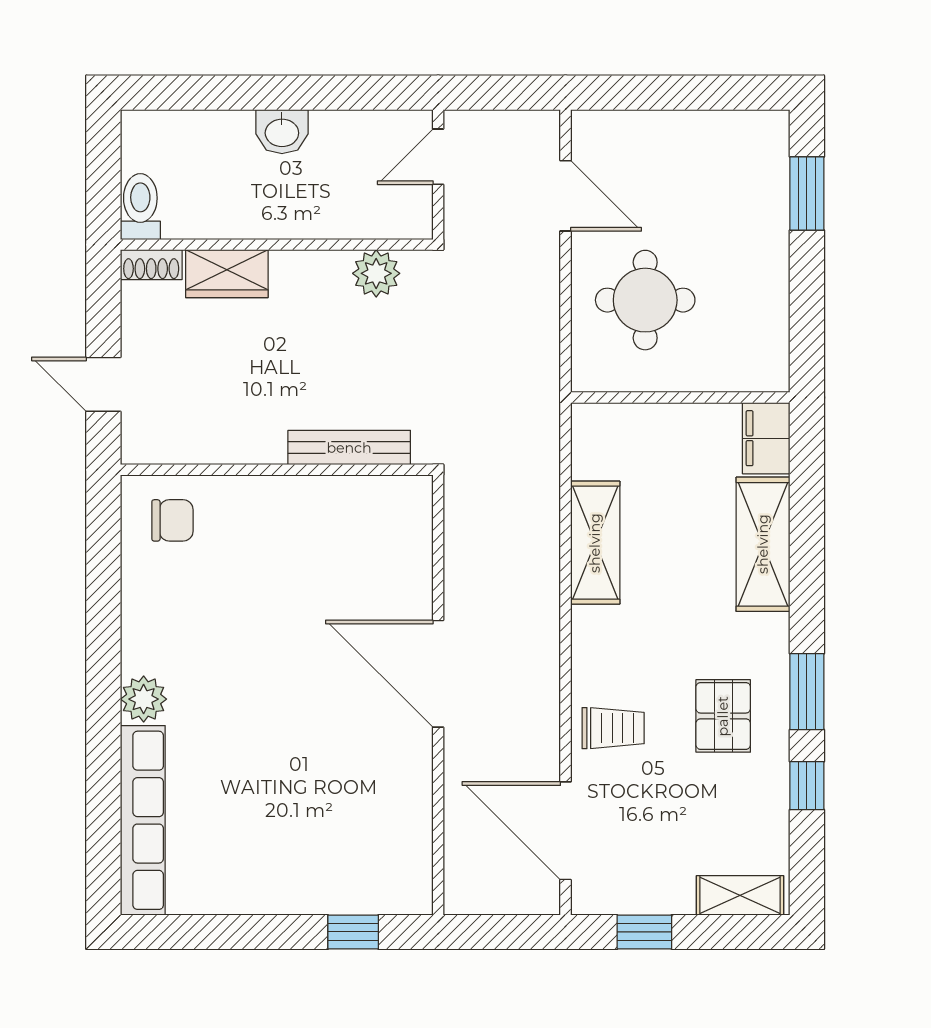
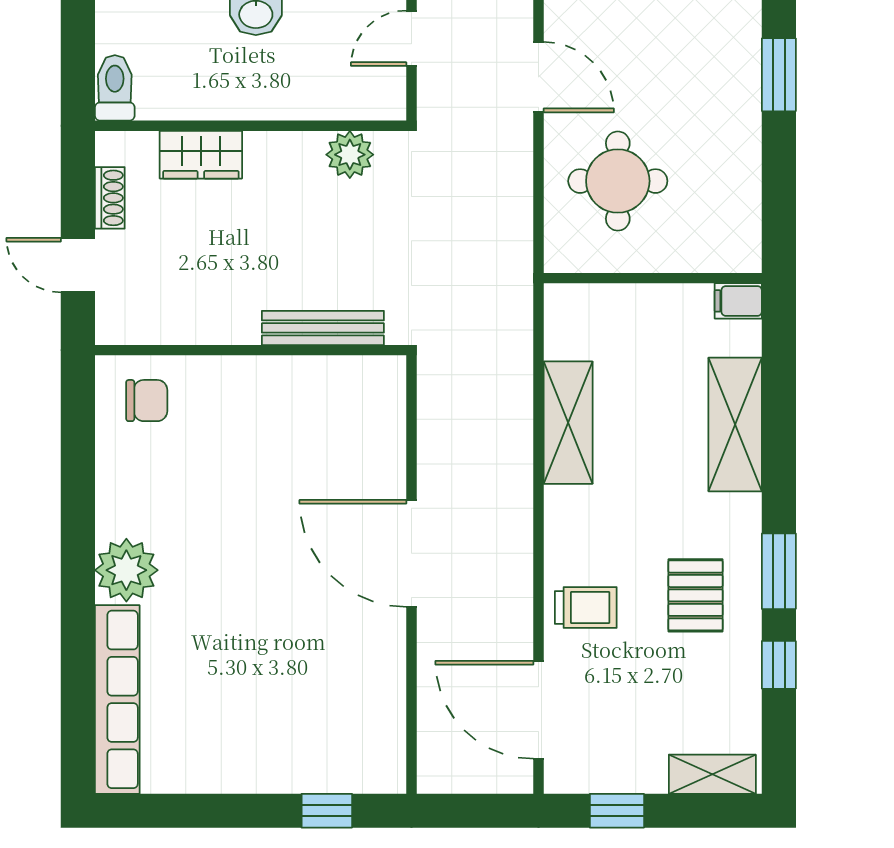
shoe rack: (151, 265) -> (110, 198), moved, turned -90
filing cabinet: (766, 438) -> (738, 301), width x0.50
plant: (144, 699) -> (126, 570), width x1.36, depth x1.36

